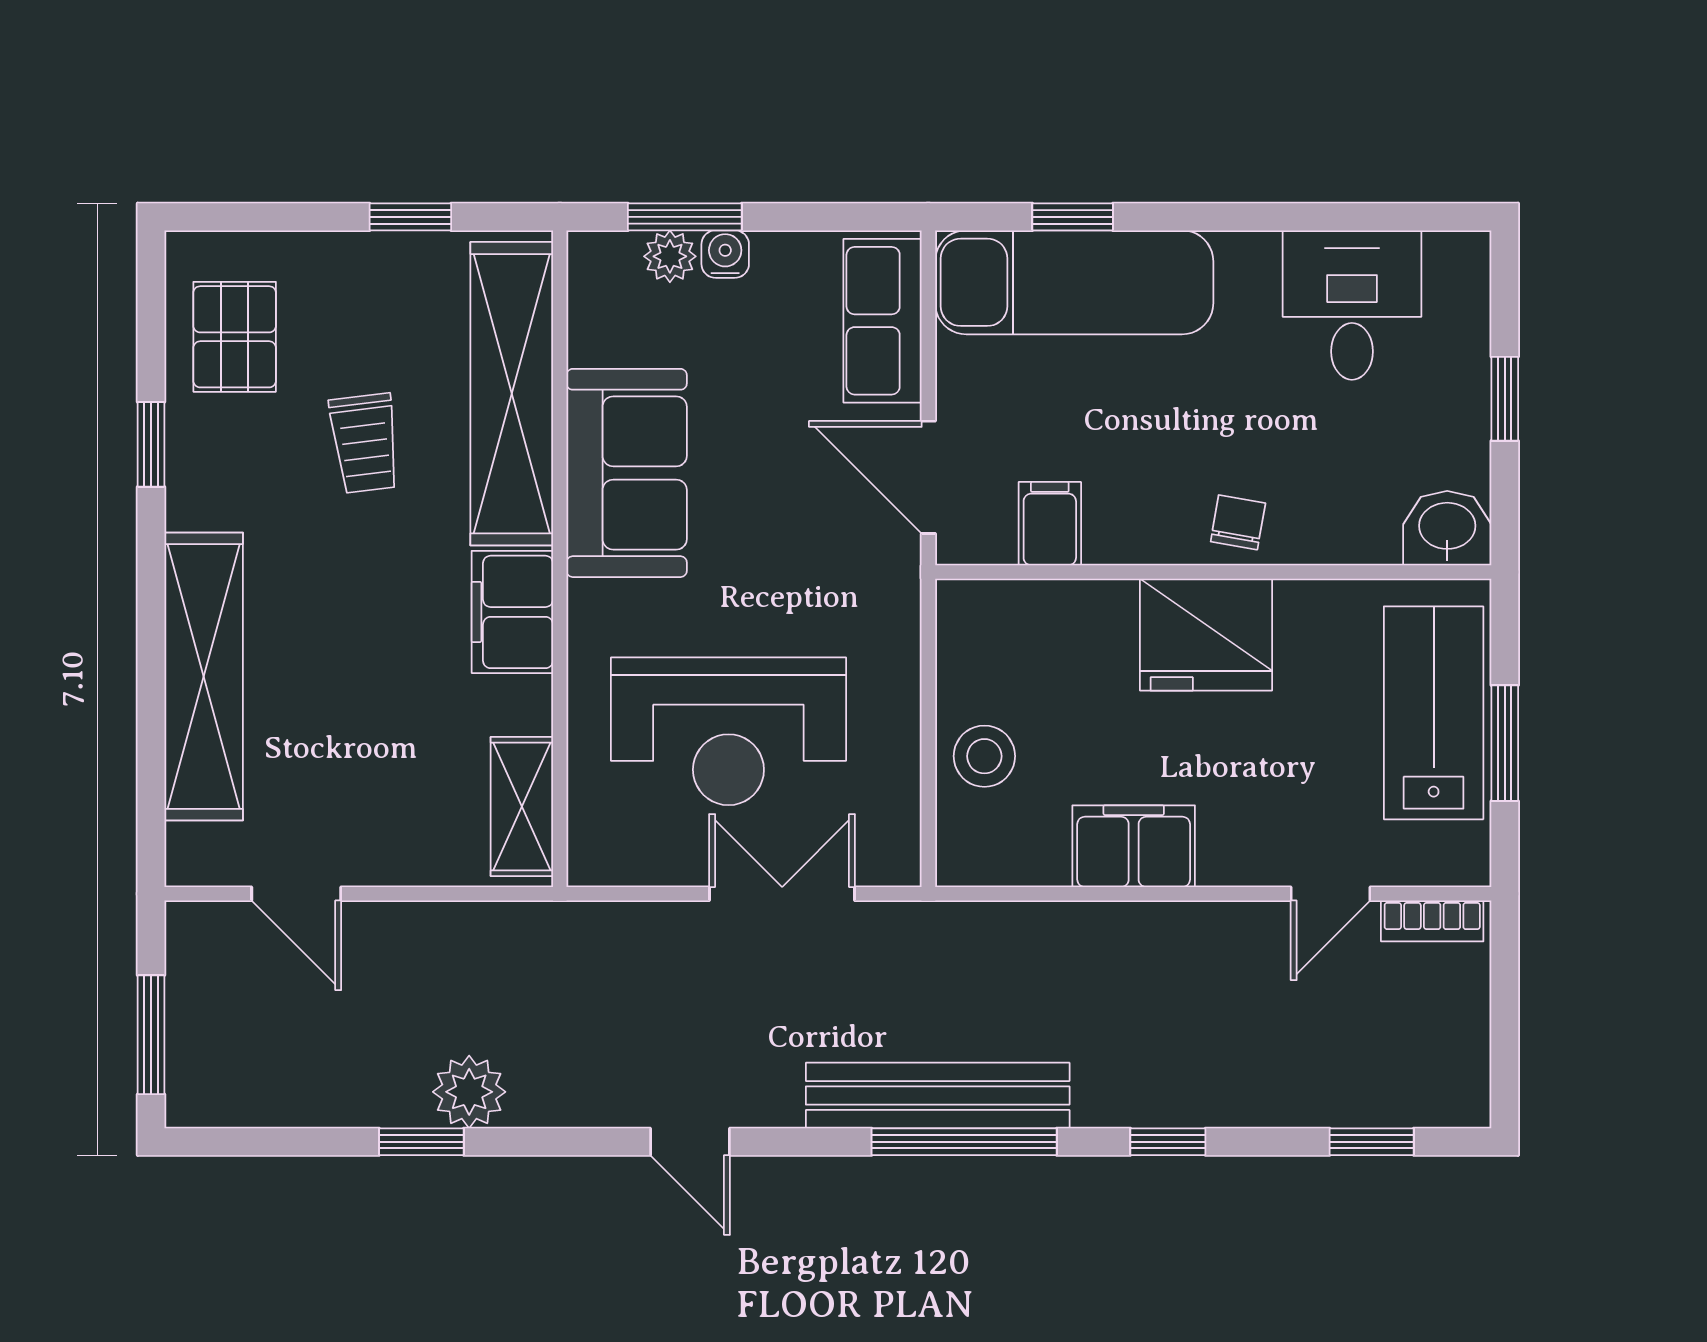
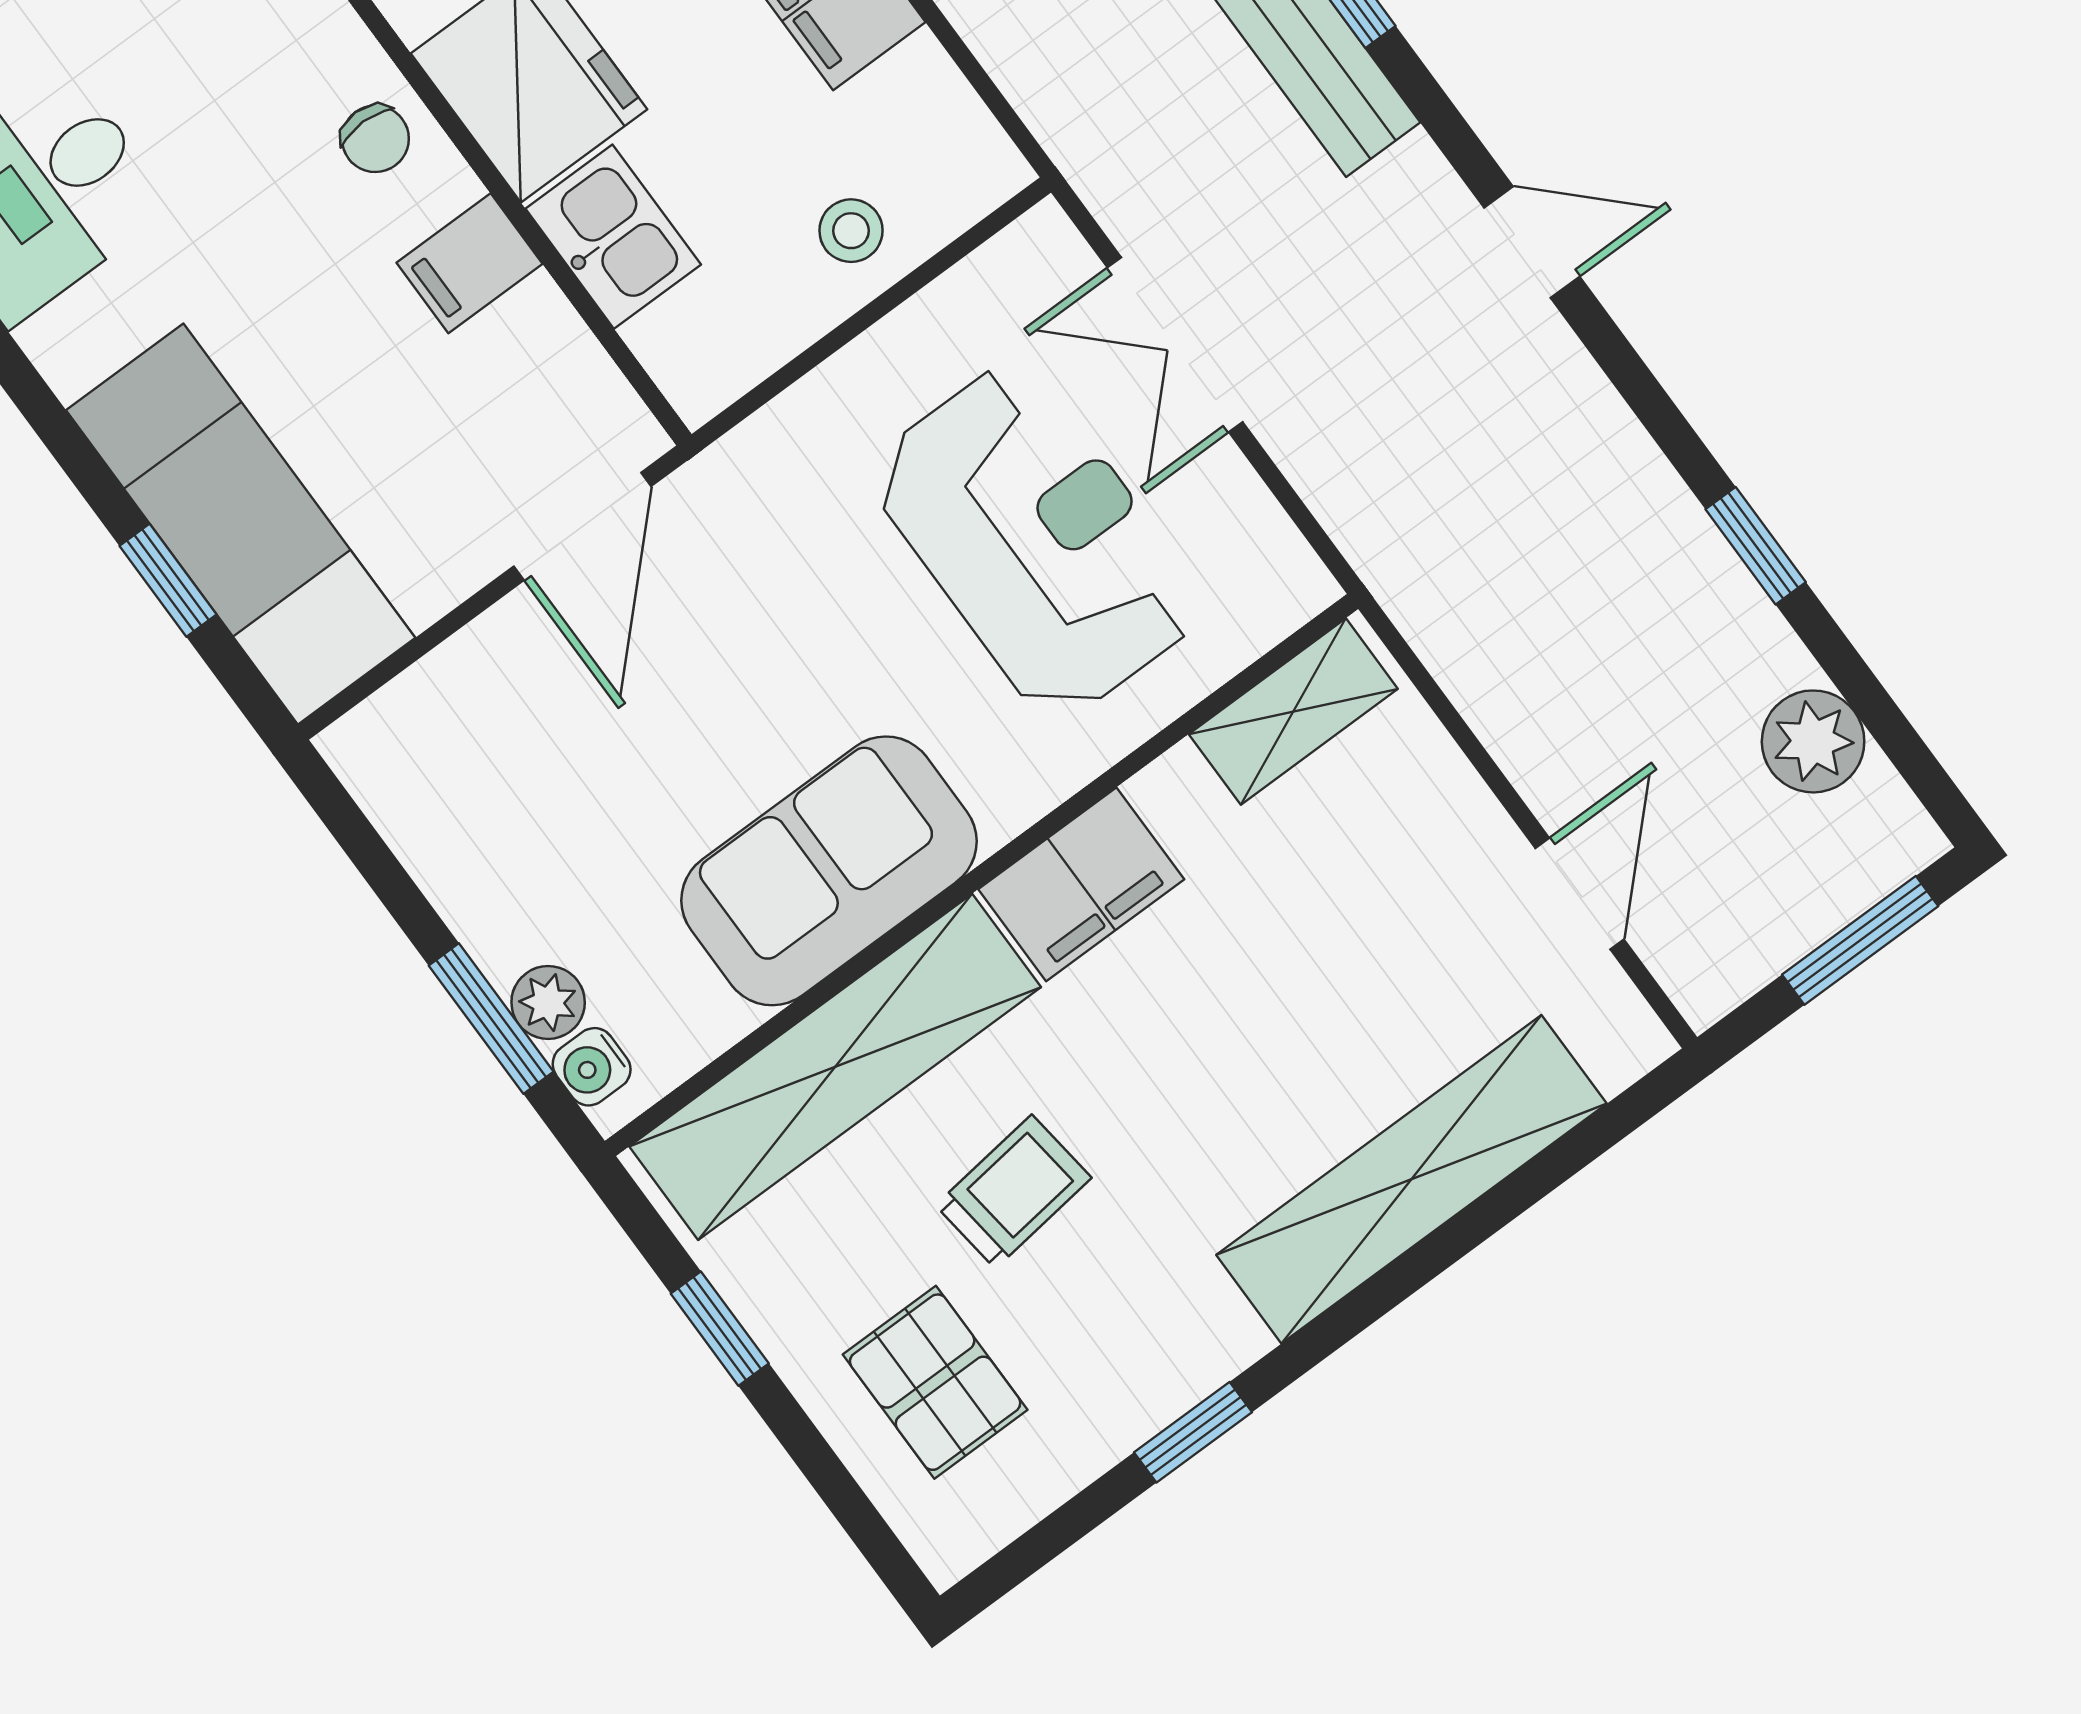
water cooler: (725, 254) -> (592, 1067), moved
row of seats: (882, 321) -> (444, 709), removed
pallet: (235, 337) -> (935, 1382), moved, turned 90
chair: (1238, 522) -> (375, 139), turned -100
filing cabinet: (1050, 524) -> (469, 263), moved
kitchen sink: (1081, 617) -> (613, 237), added
stool: (984, 756) -> (851, 231), width x0.73, depth x0.73
plant: (469, 1092) -> (1813, 741), moved
door: (690, 1142) -> (1532, 242), hinge flipped

